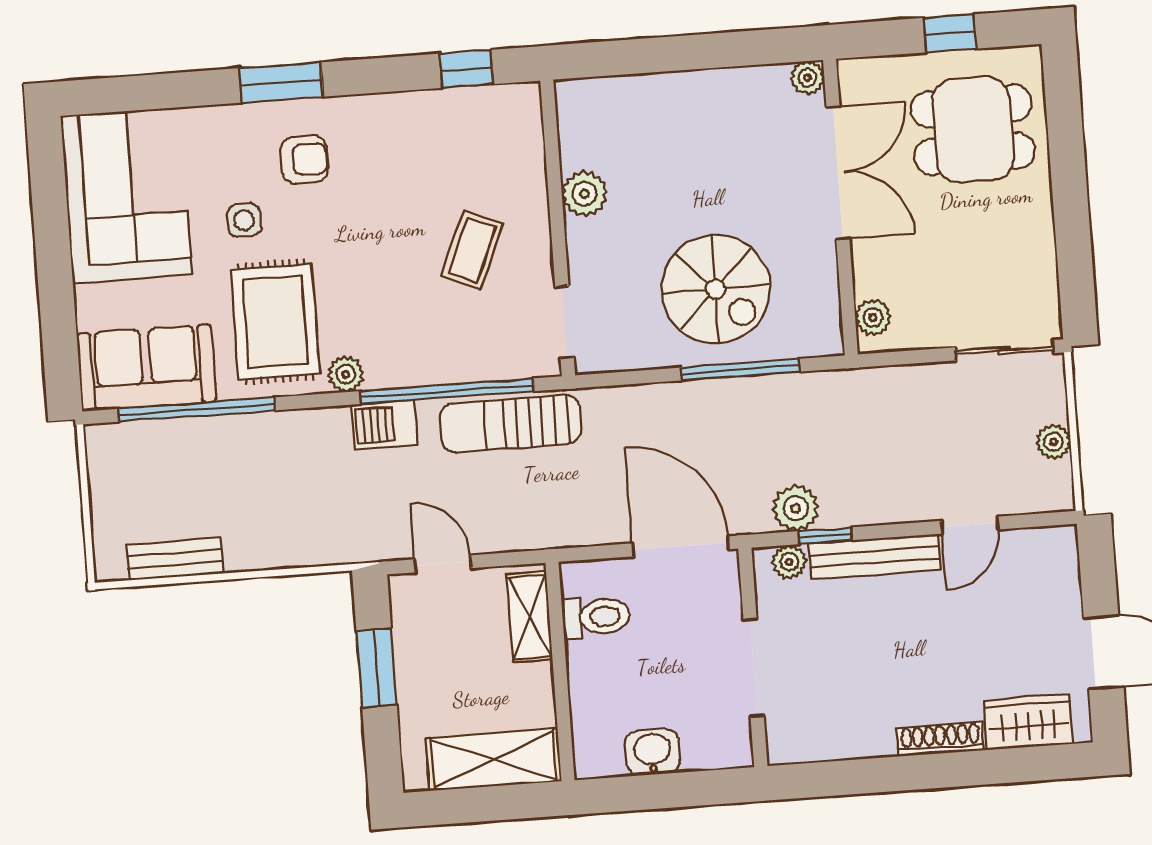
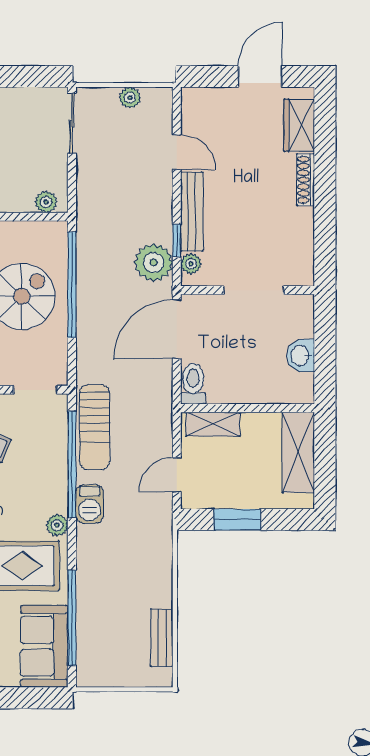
window: (740, 370) -> (72, 285), width x1.46
plant: (796, 508) -> (154, 263), width x1.36, depth x1.36
toilet: (596, 617) -> (193, 384), moved

